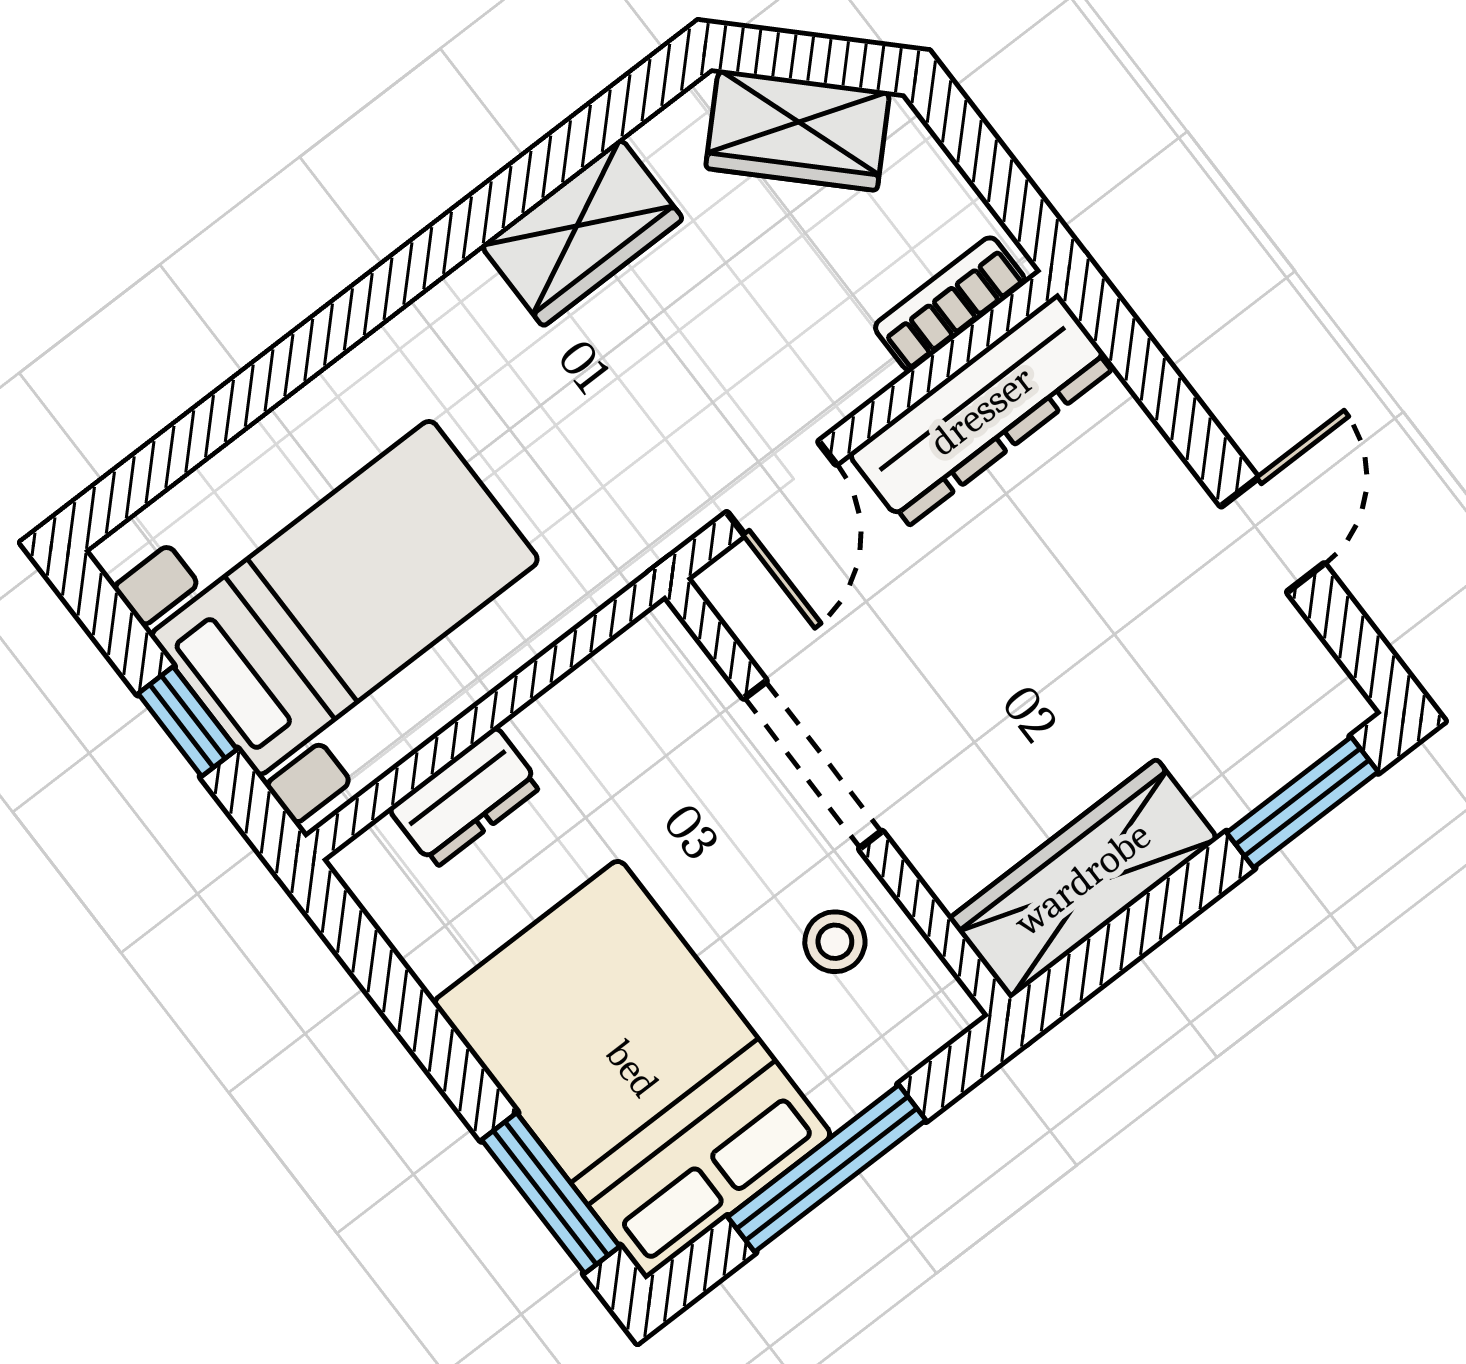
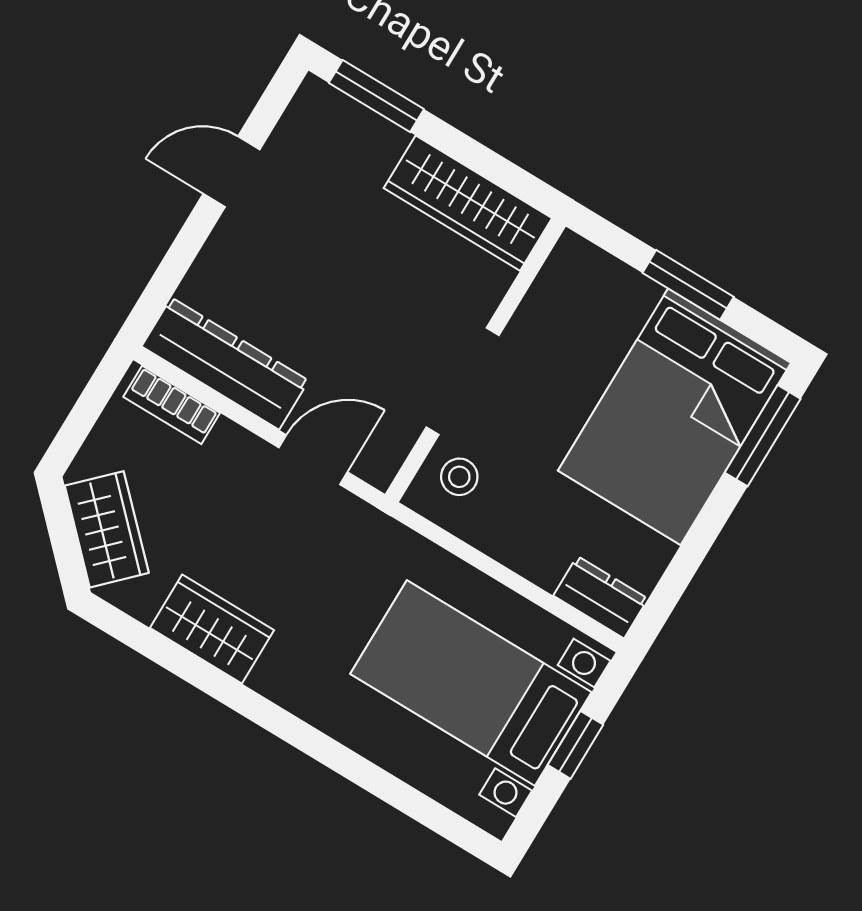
dresser: (465, 797) -> (601, 597), moved
stool: (835, 942) -> (459, 477), moved
window: (827, 1168) -> (688, 285), width x0.69

